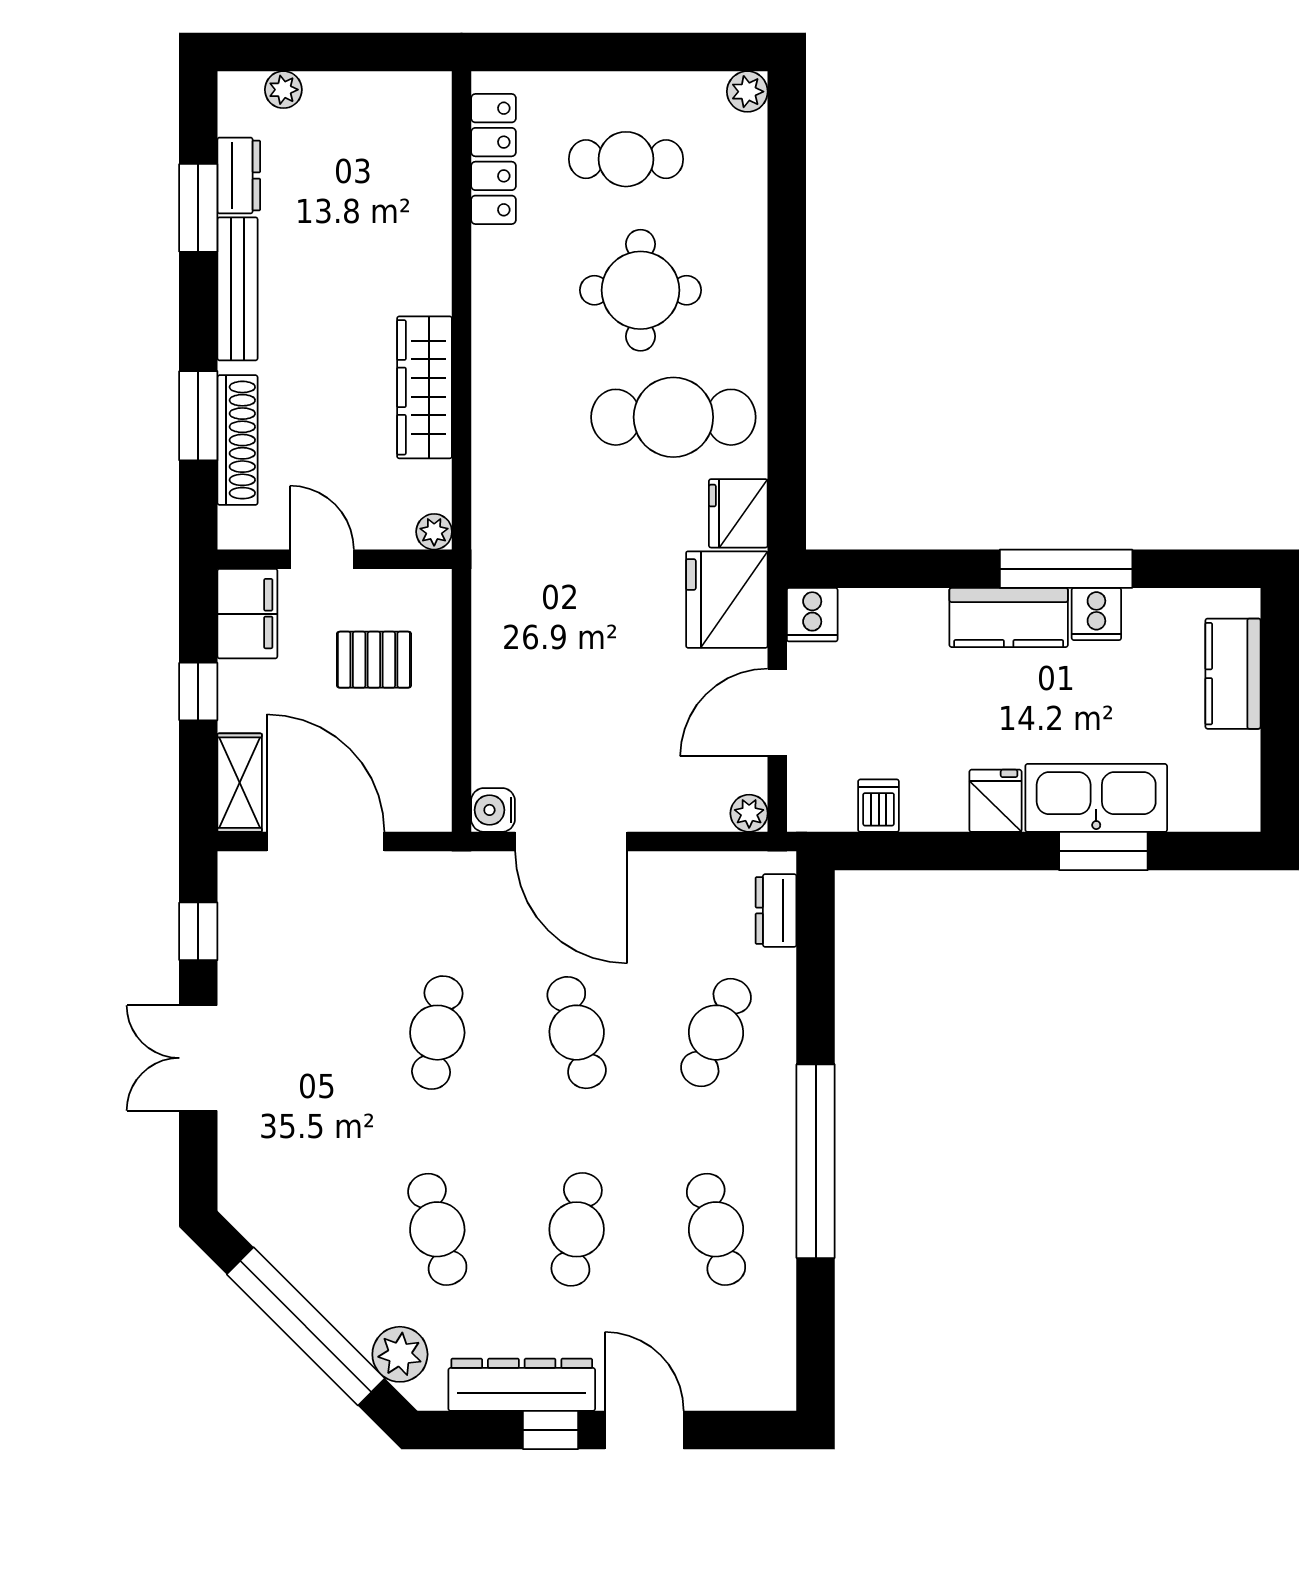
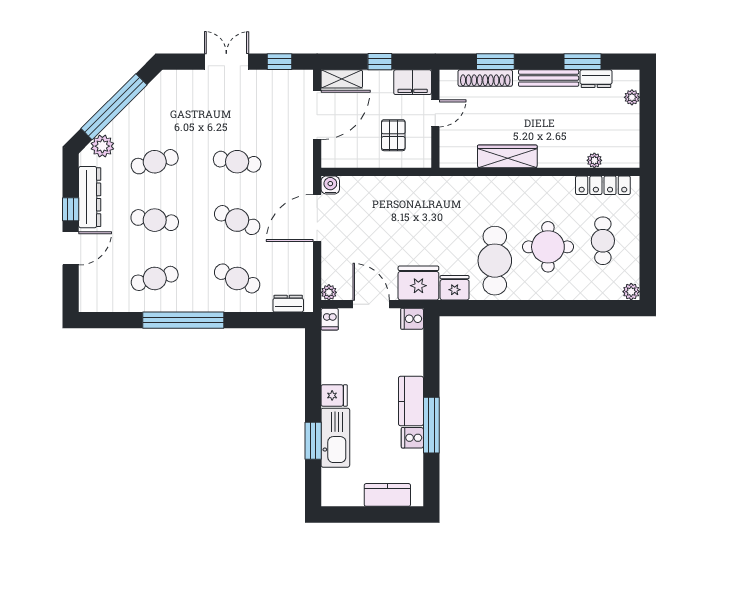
plant: (434, 532) -> (594, 160), moved
dishwasher: (879, 806) -> (330, 319), moved, turned 90
cafe table: (577, 1033) -> (237, 220), turned 39

